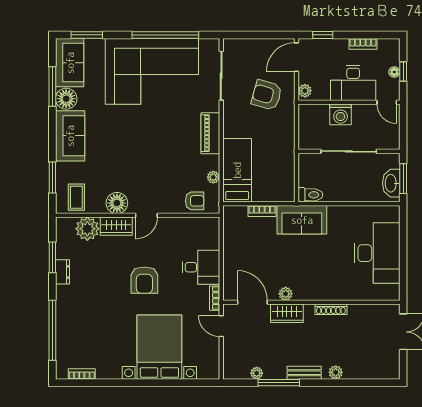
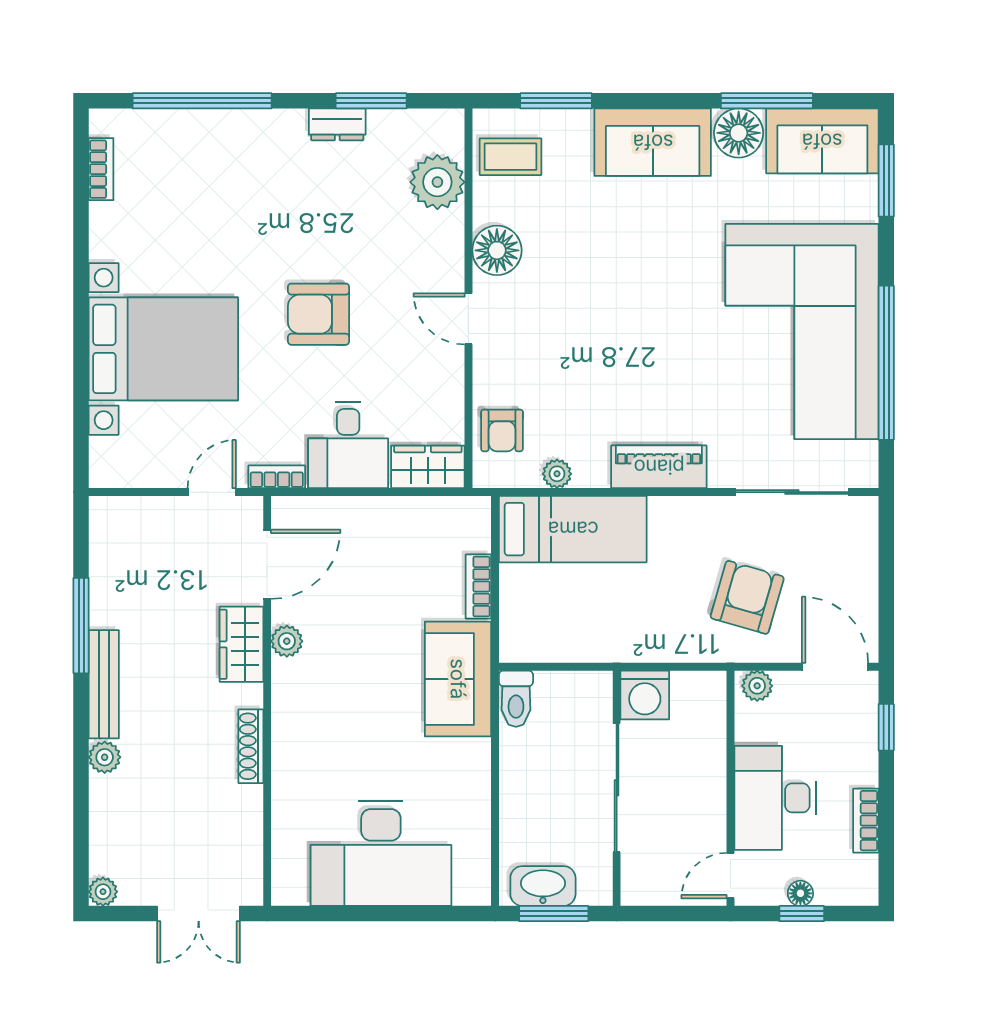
washing machine: (341, 114) -> (645, 695), moved, turned -90
wardrobe: (116, 226) -> (428, 467), moved, turned 90
plant: (257, 373) -> (103, 892), moved
bench: (304, 373) -> (104, 684), width x1.36

